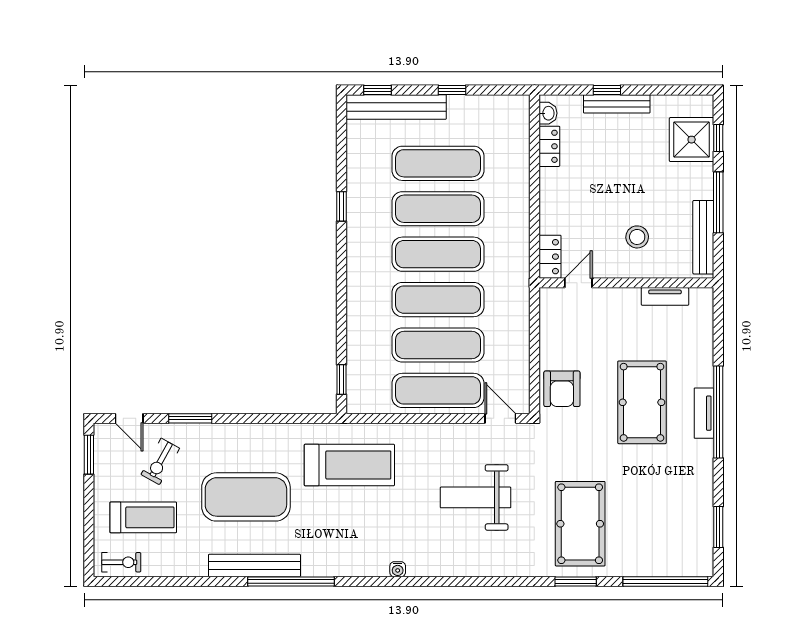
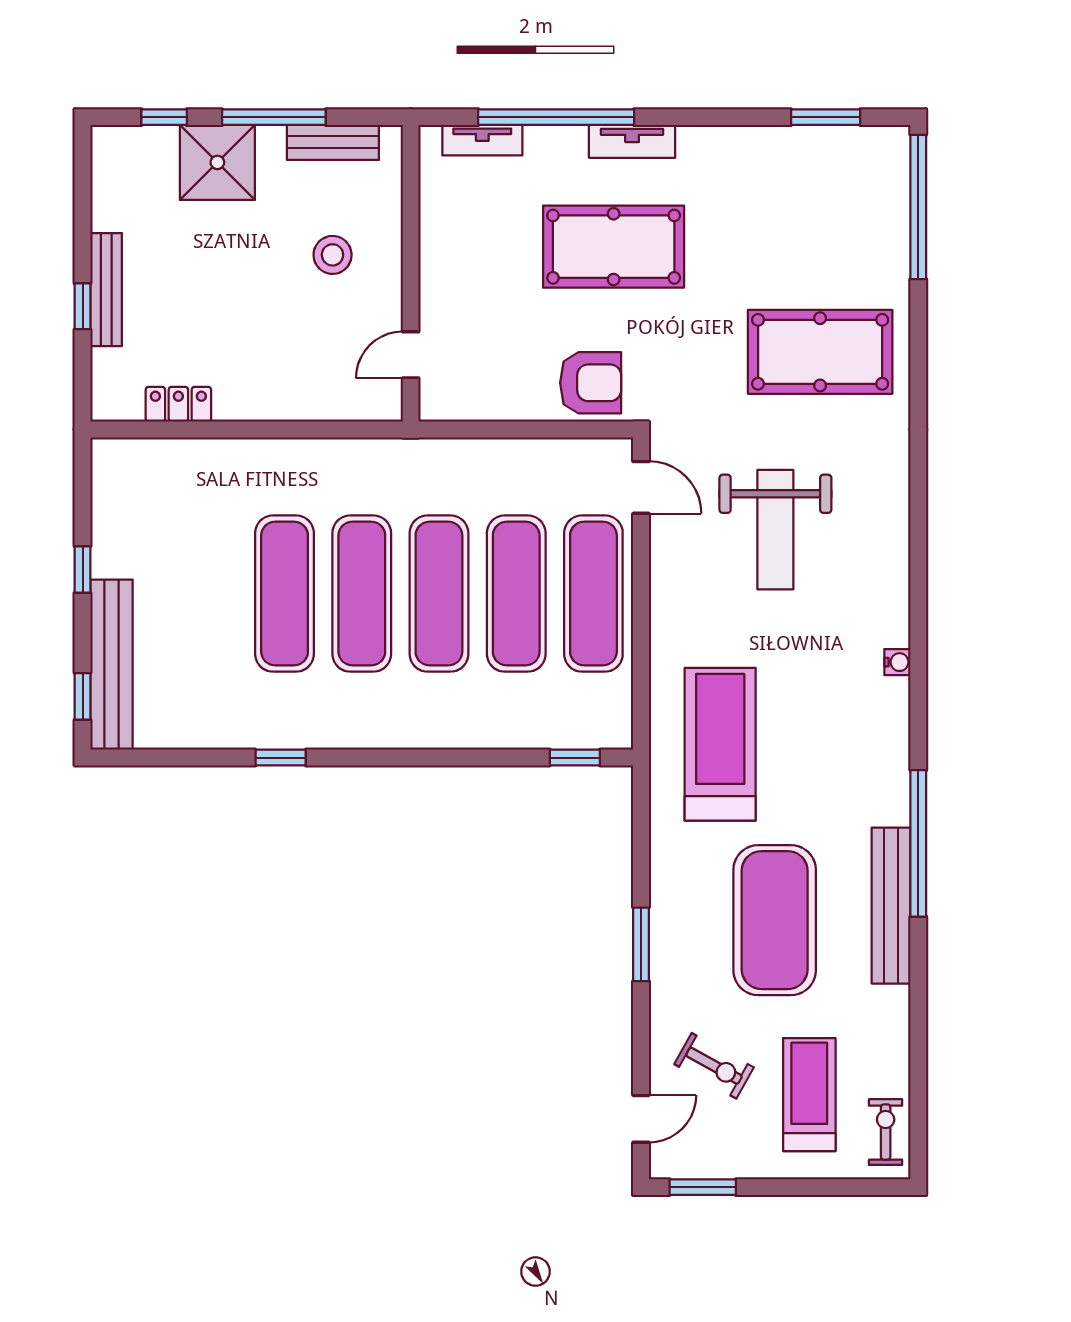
washbasin: (548, 113) -> (122, 407), removed
shower: (692, 140) -> (217, 162), moved
exercise mat: (438, 163) -> (207, 594), removed
bench: (703, 237) -> (333, 142), width x0.73
locker: (550, 257) -> (366, 403), removed
door: (578, 283) -> (411, 355), hinge flipped
tv unit: (665, 296) -> (482, 140), moved, turned 90
window: (718, 412) -> (556, 117), moved
window: (190, 418) -> (641, 944), moved
door: (500, 418) -> (641, 487), swing flipped
window: (576, 581) -> (918, 360), removed

